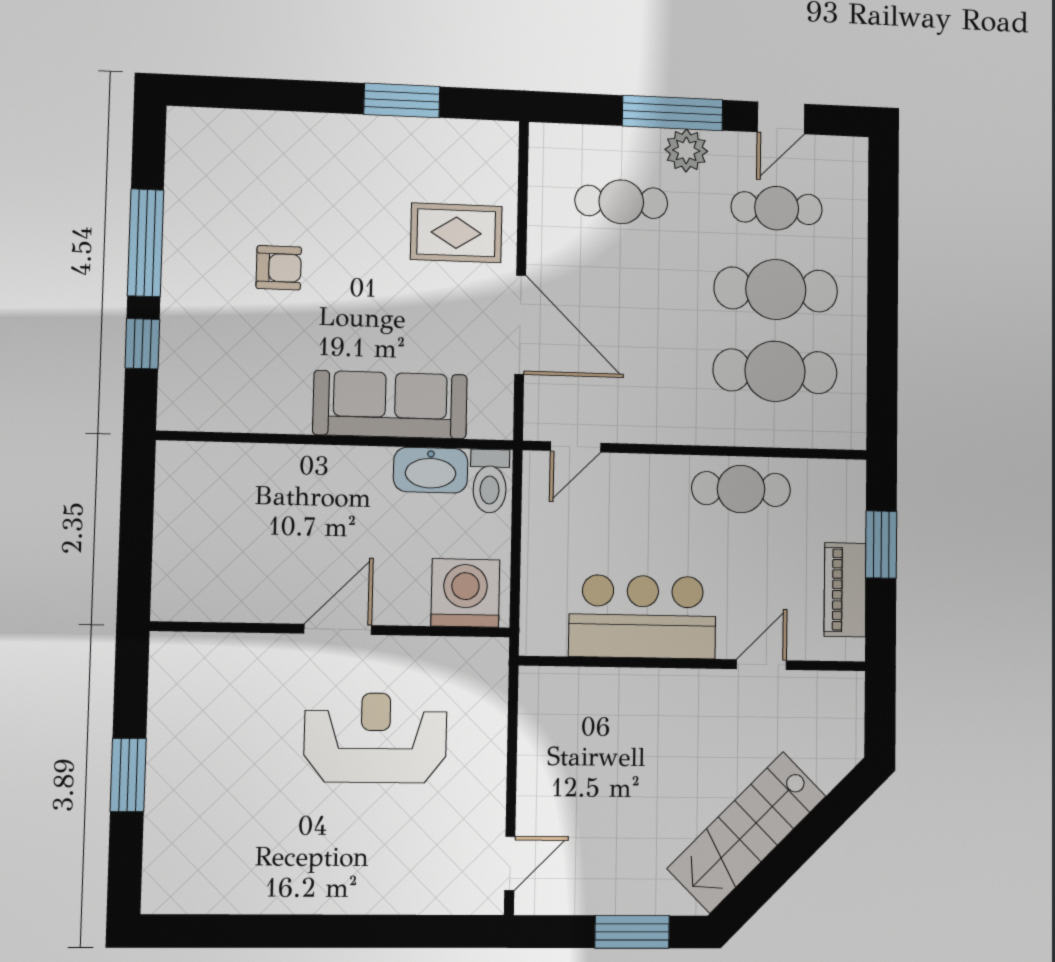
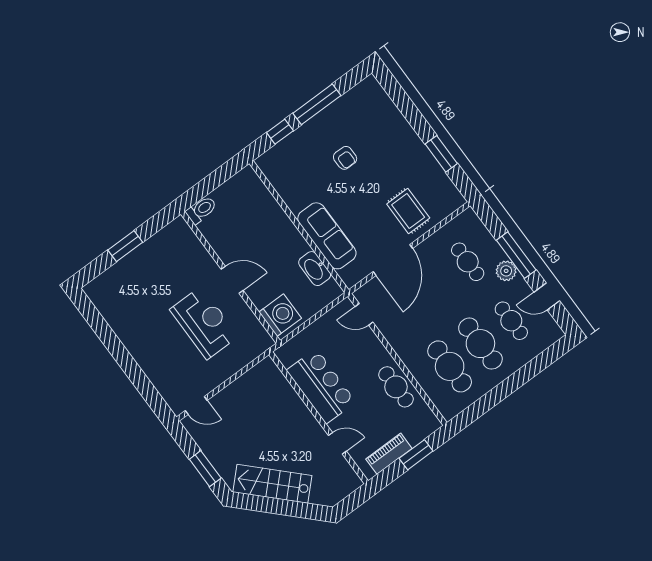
toilet: (490, 481) -> (201, 210), moved, turned 180

